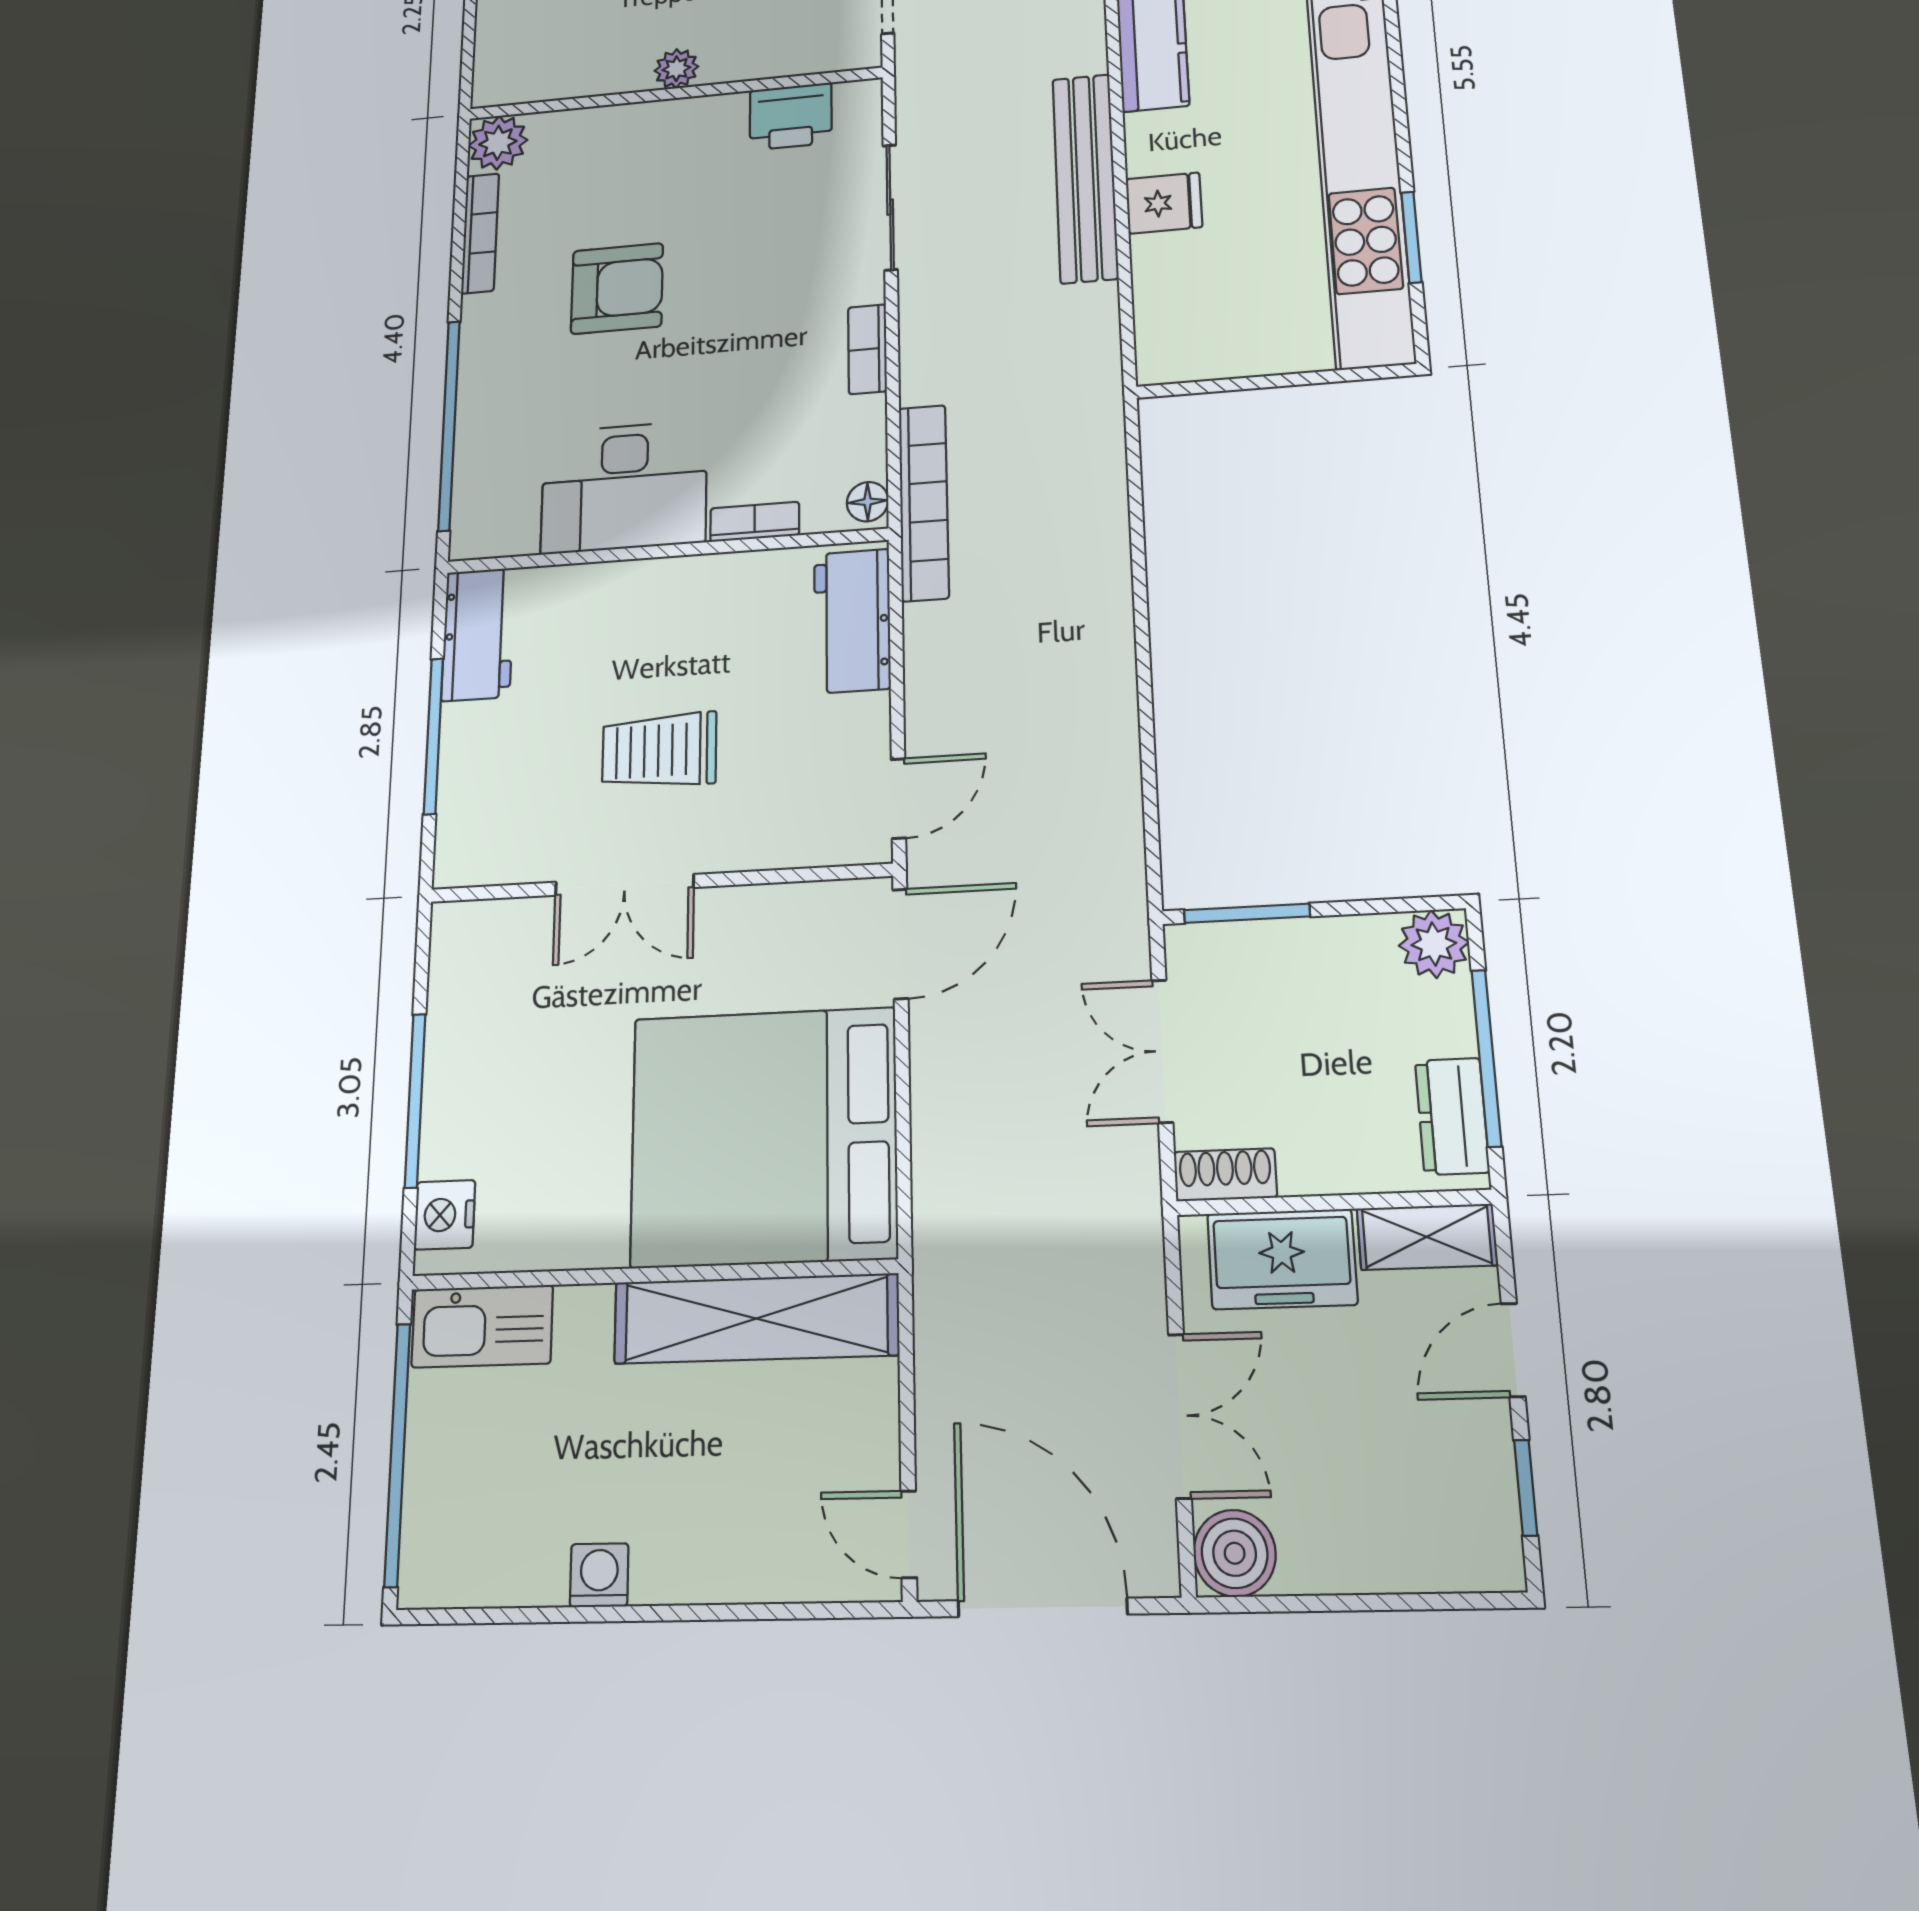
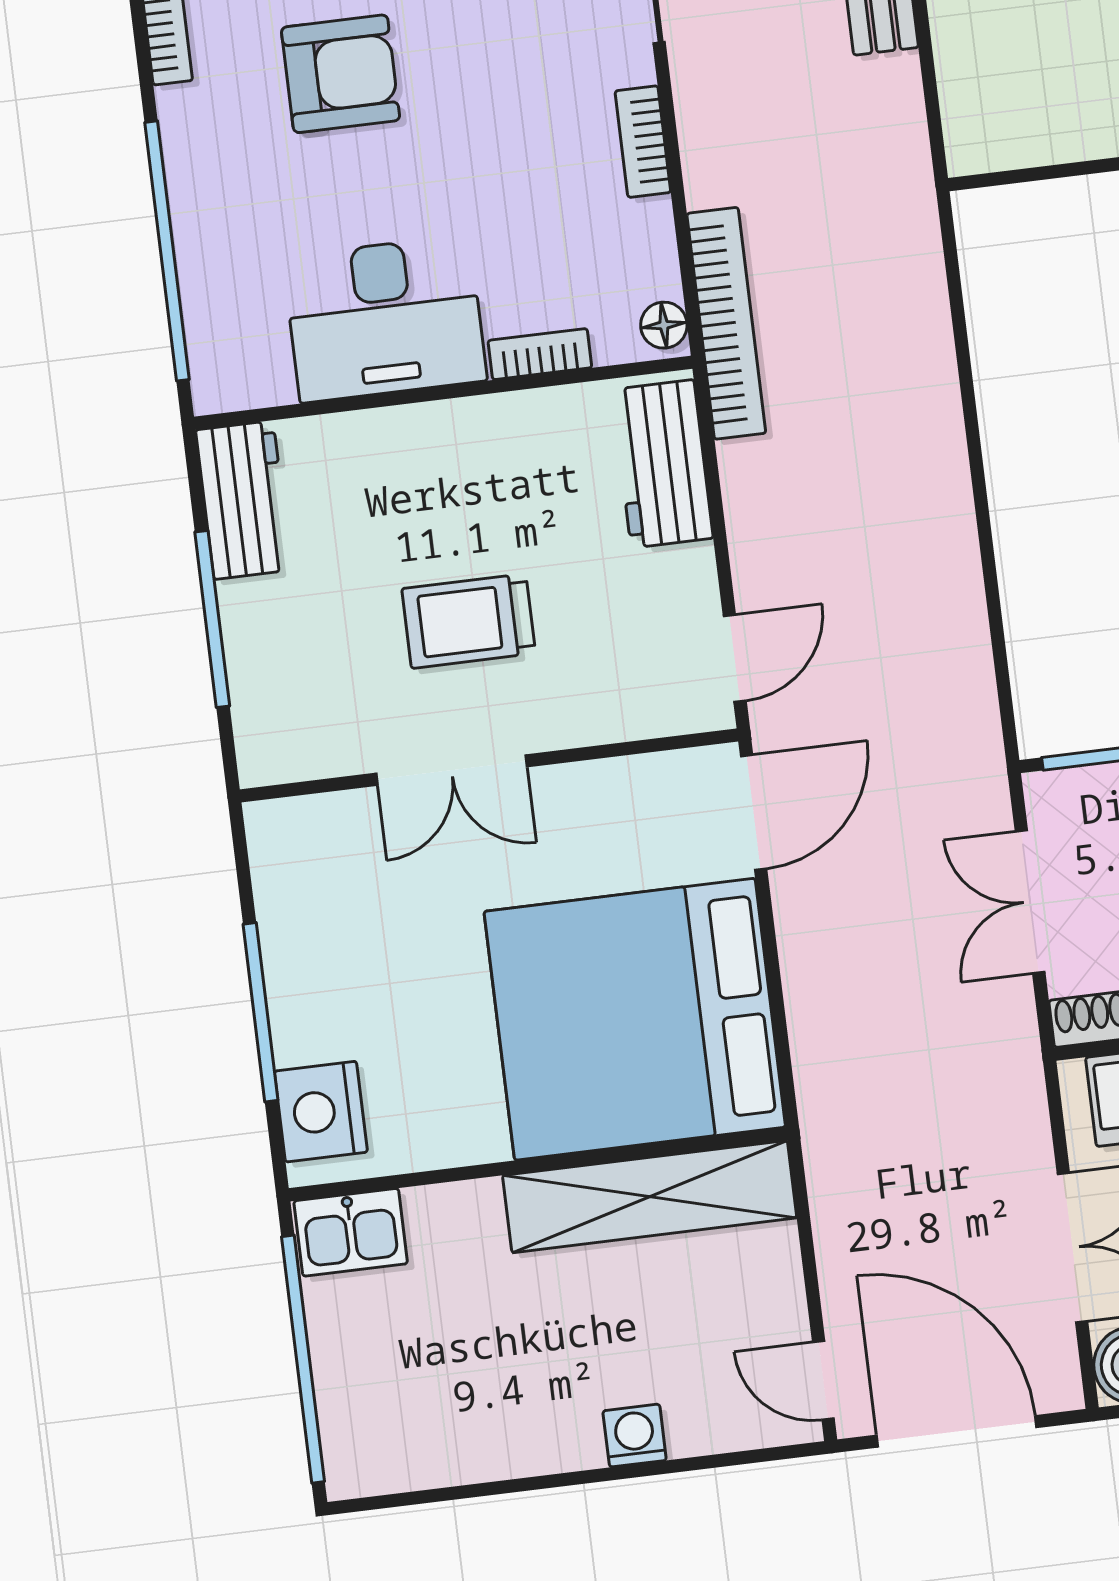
nightstand: (445, 1215) -> (321, 1112), width x1.36, depth x1.33
kitchen sink: (482, 1326) -> (351, 1232), width x0.73
washing machine: (599, 1575) -> (635, 1436), moved

